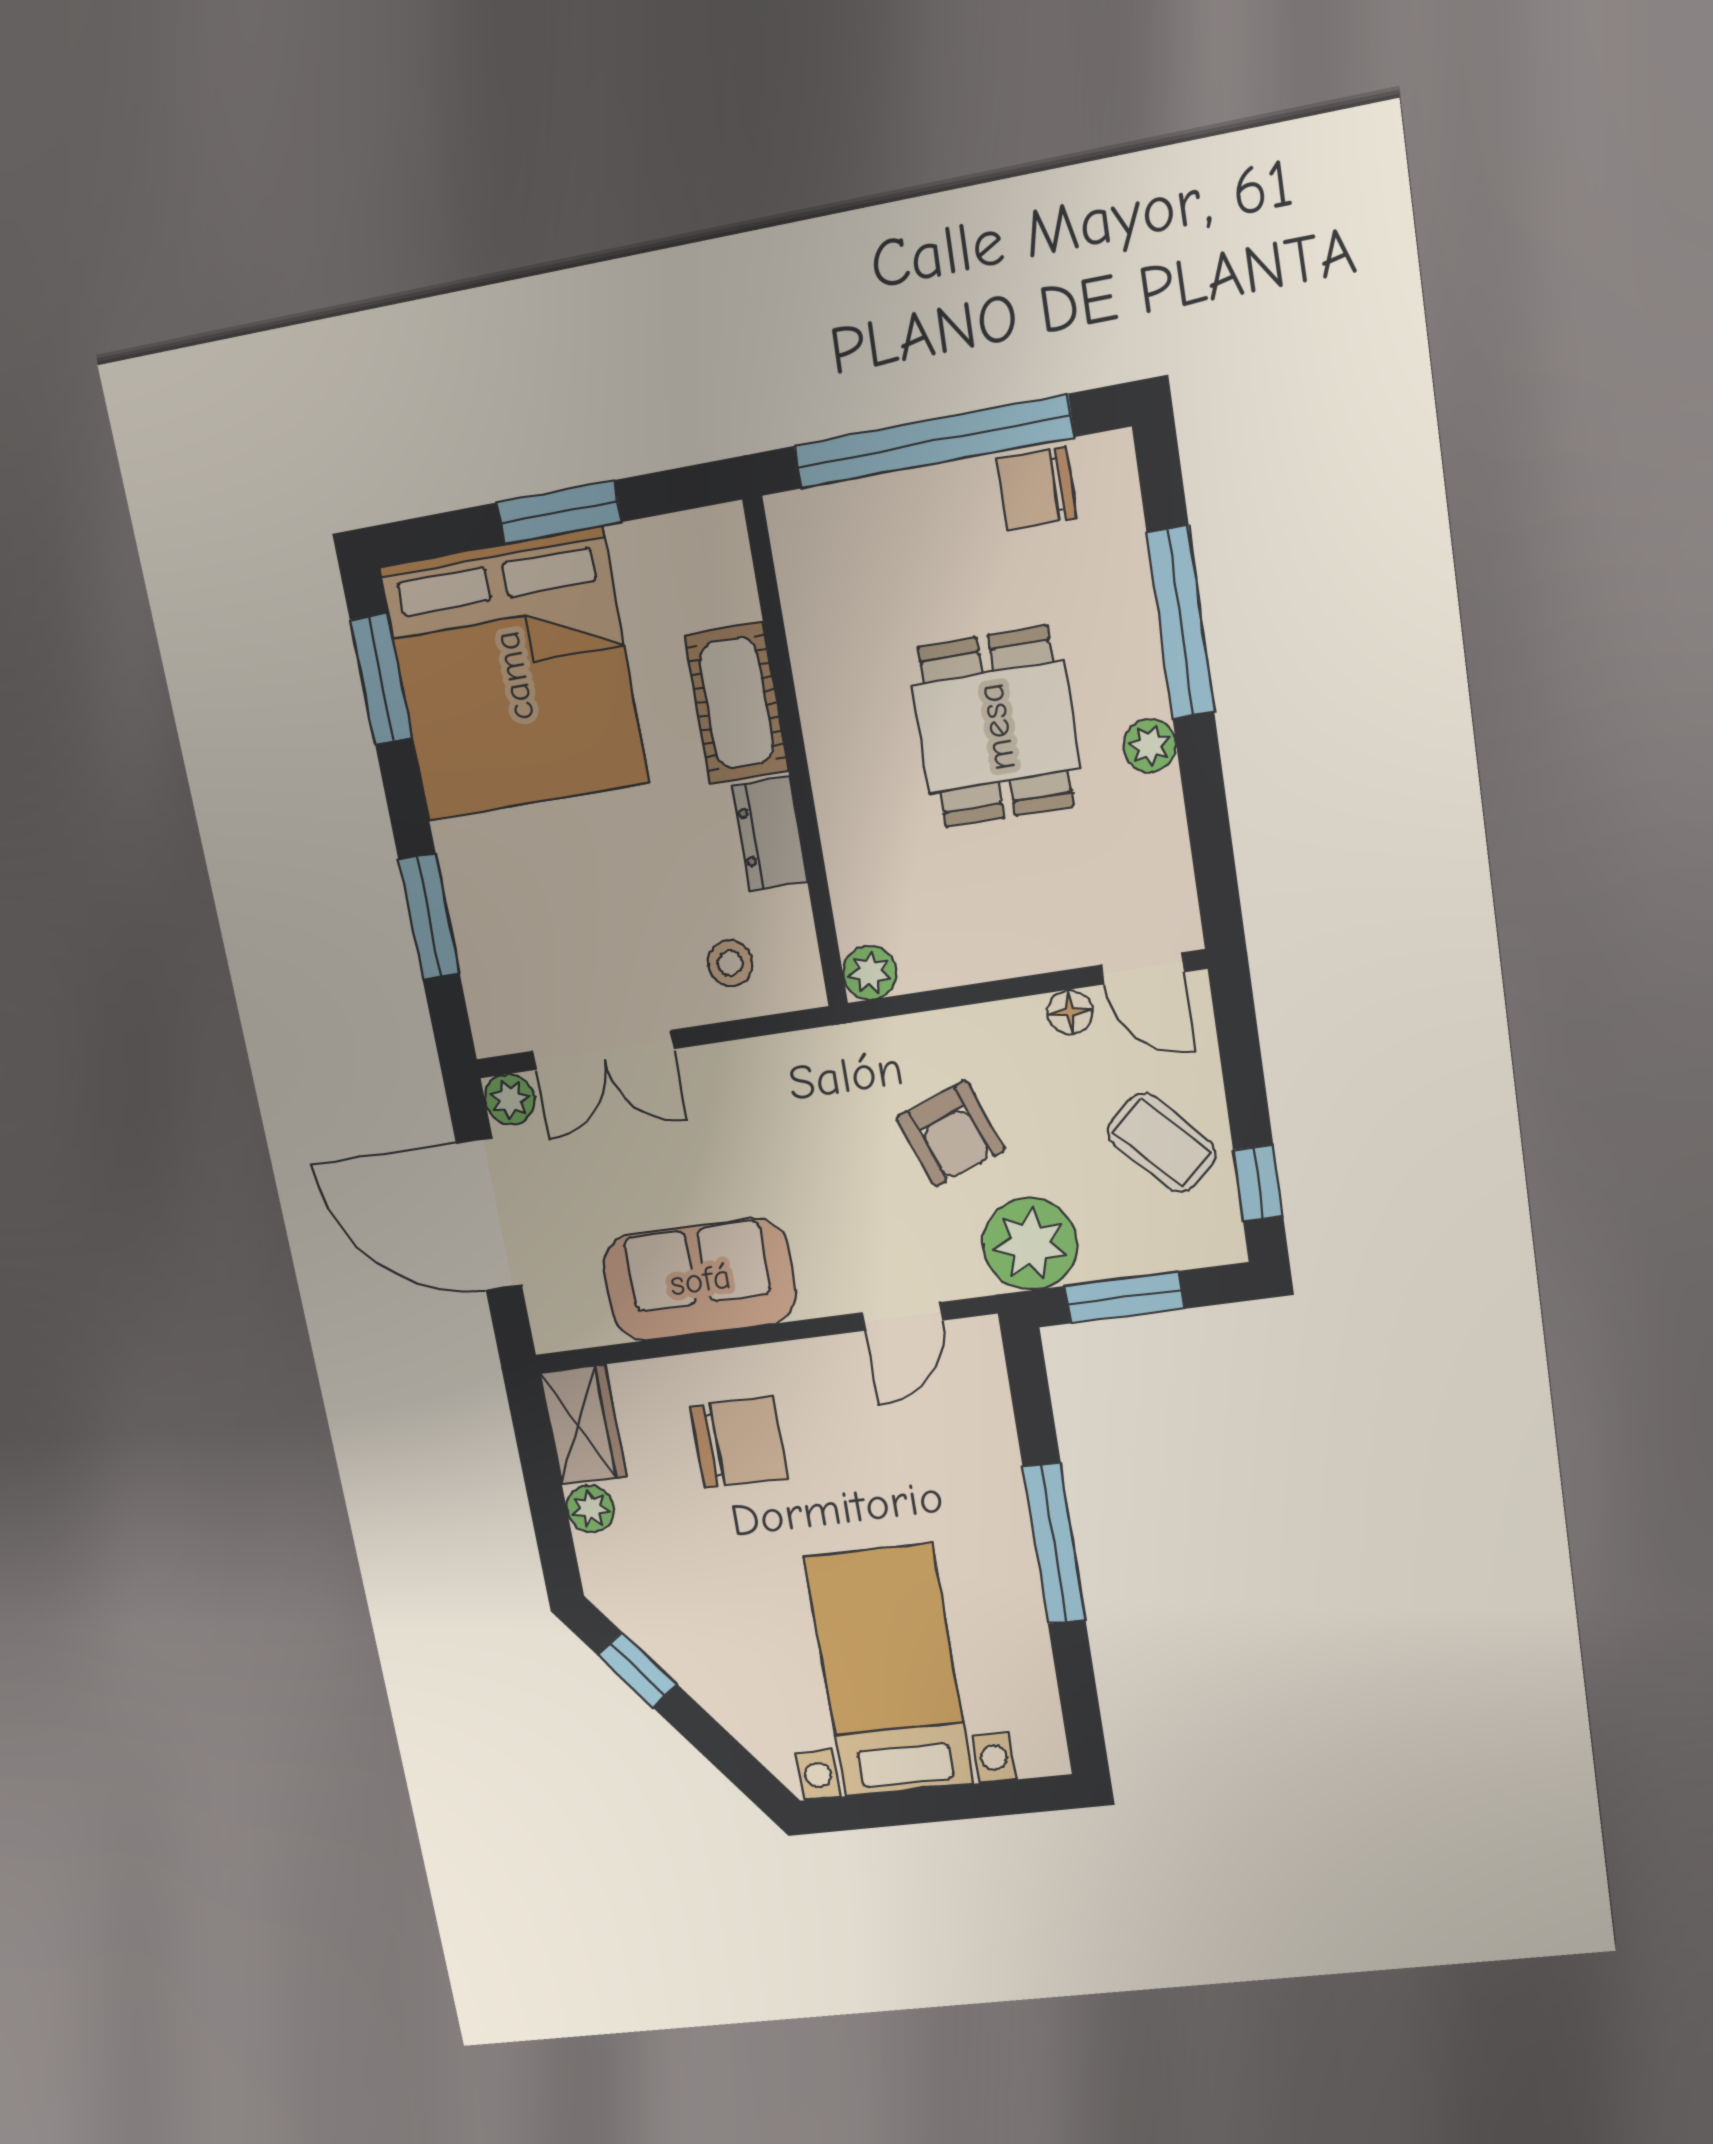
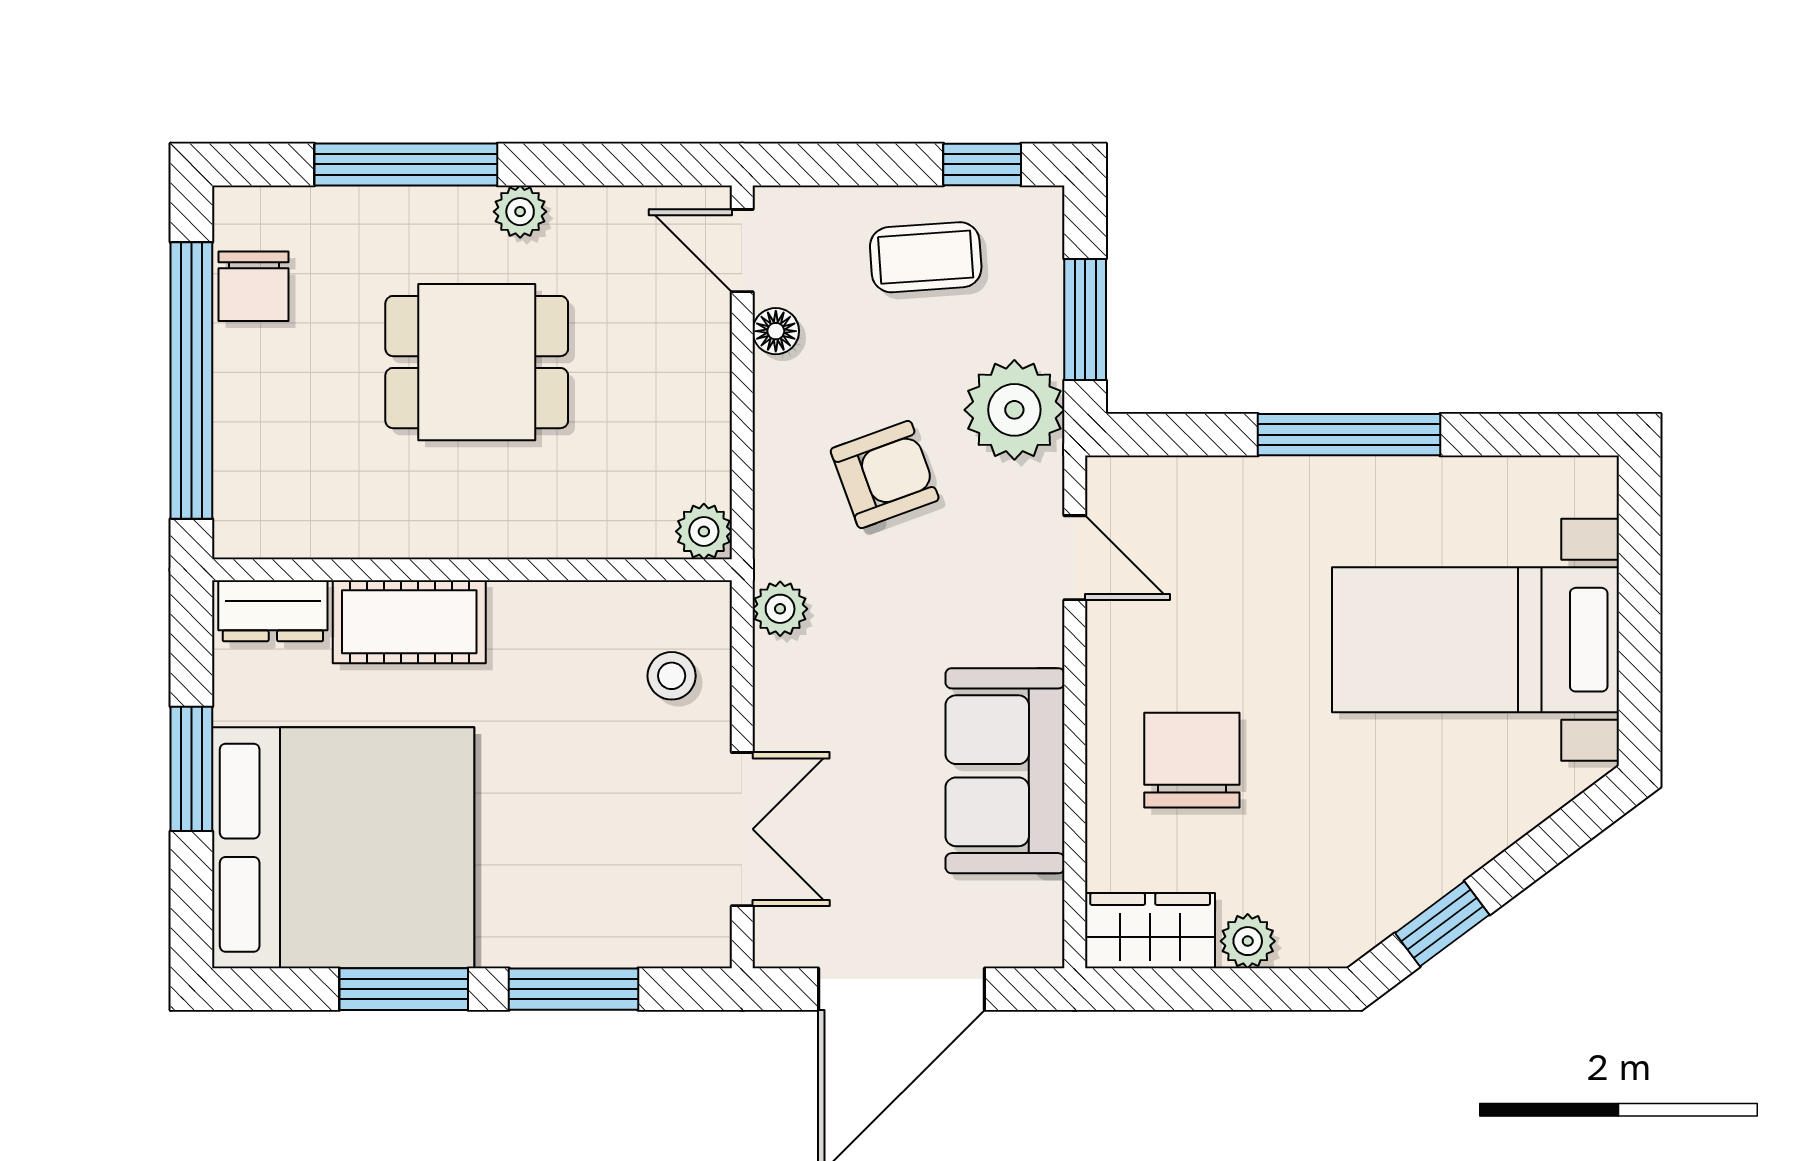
window: (381, 679) -> (404, 989), moved
dresser: (770, 834) -> (273, 611), moved
door: (1143, 968) -> (742, 251), swing flipped
plant: (510, 1099) -> (780, 609), moved
coffee table: (1162, 1143) -> (926, 257), turned 39

